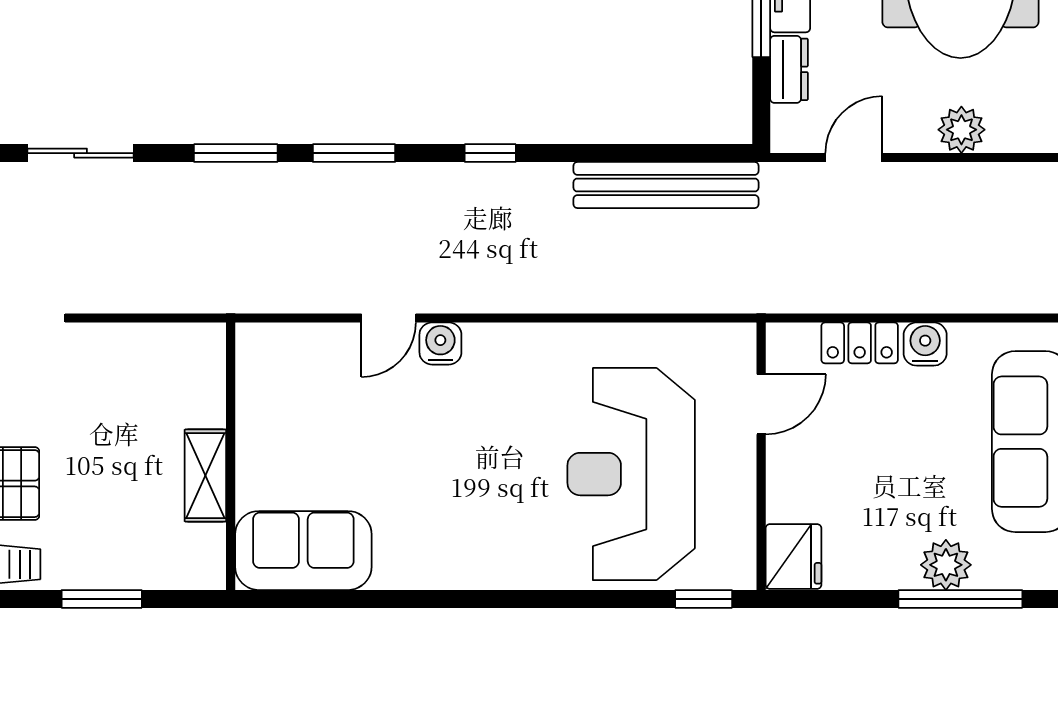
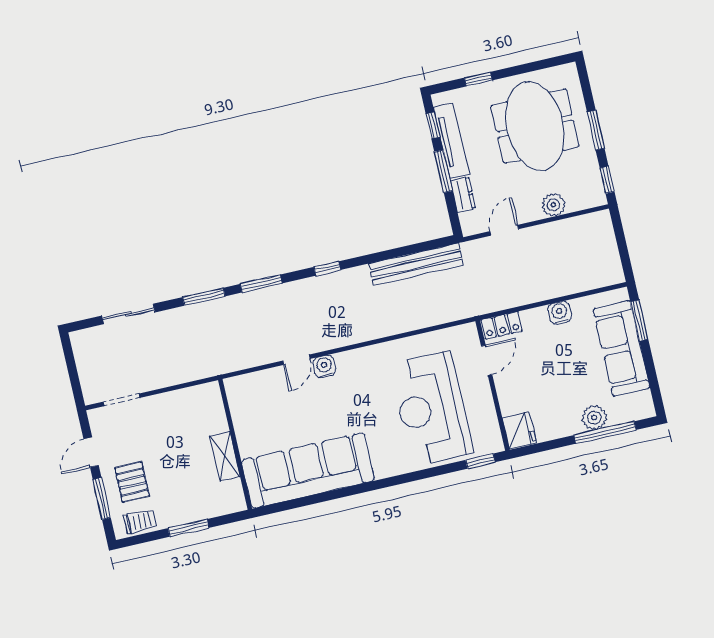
locker: (860, 343) -> (502, 325), moved
sofa: (303, 551) -> (308, 470), width x1.85, depth x1.27

